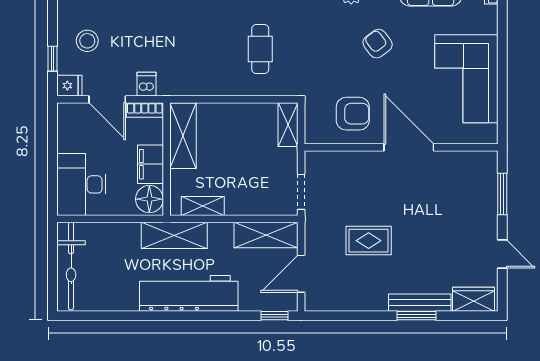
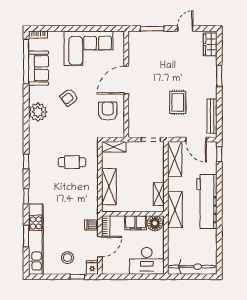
shelving: (183, 136) -> (109, 187), moved, turned 90
bench: (420, 303) -> (212, 116), moved

